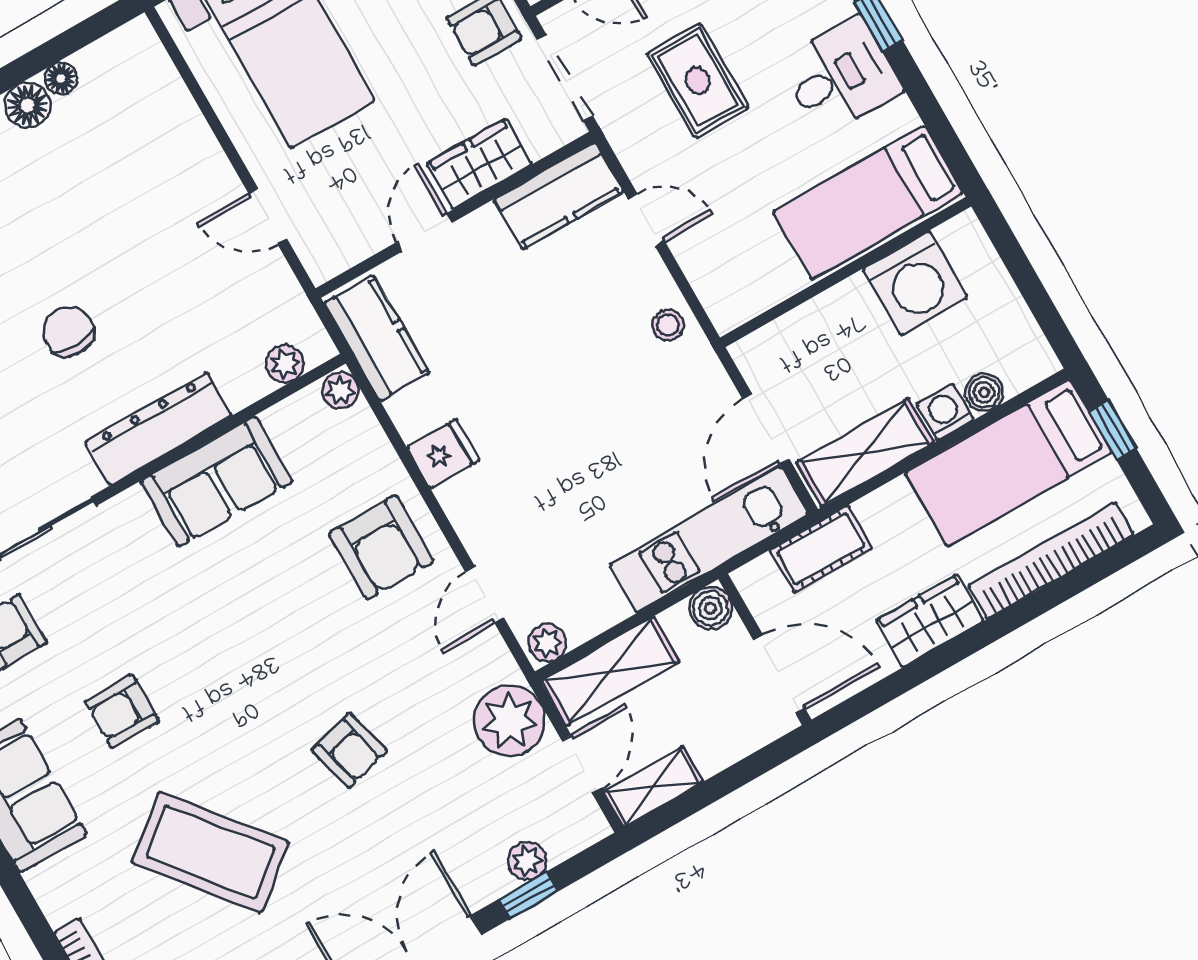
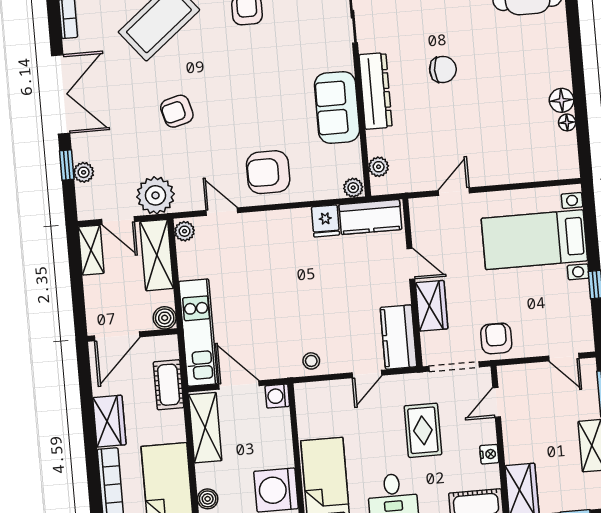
rug: (698, 81) -> (423, 430), turned 90
washing machine: (945, 412) -> (277, 396), moved, turned 180
fridge: (443, 454) -> (325, 221), moved

